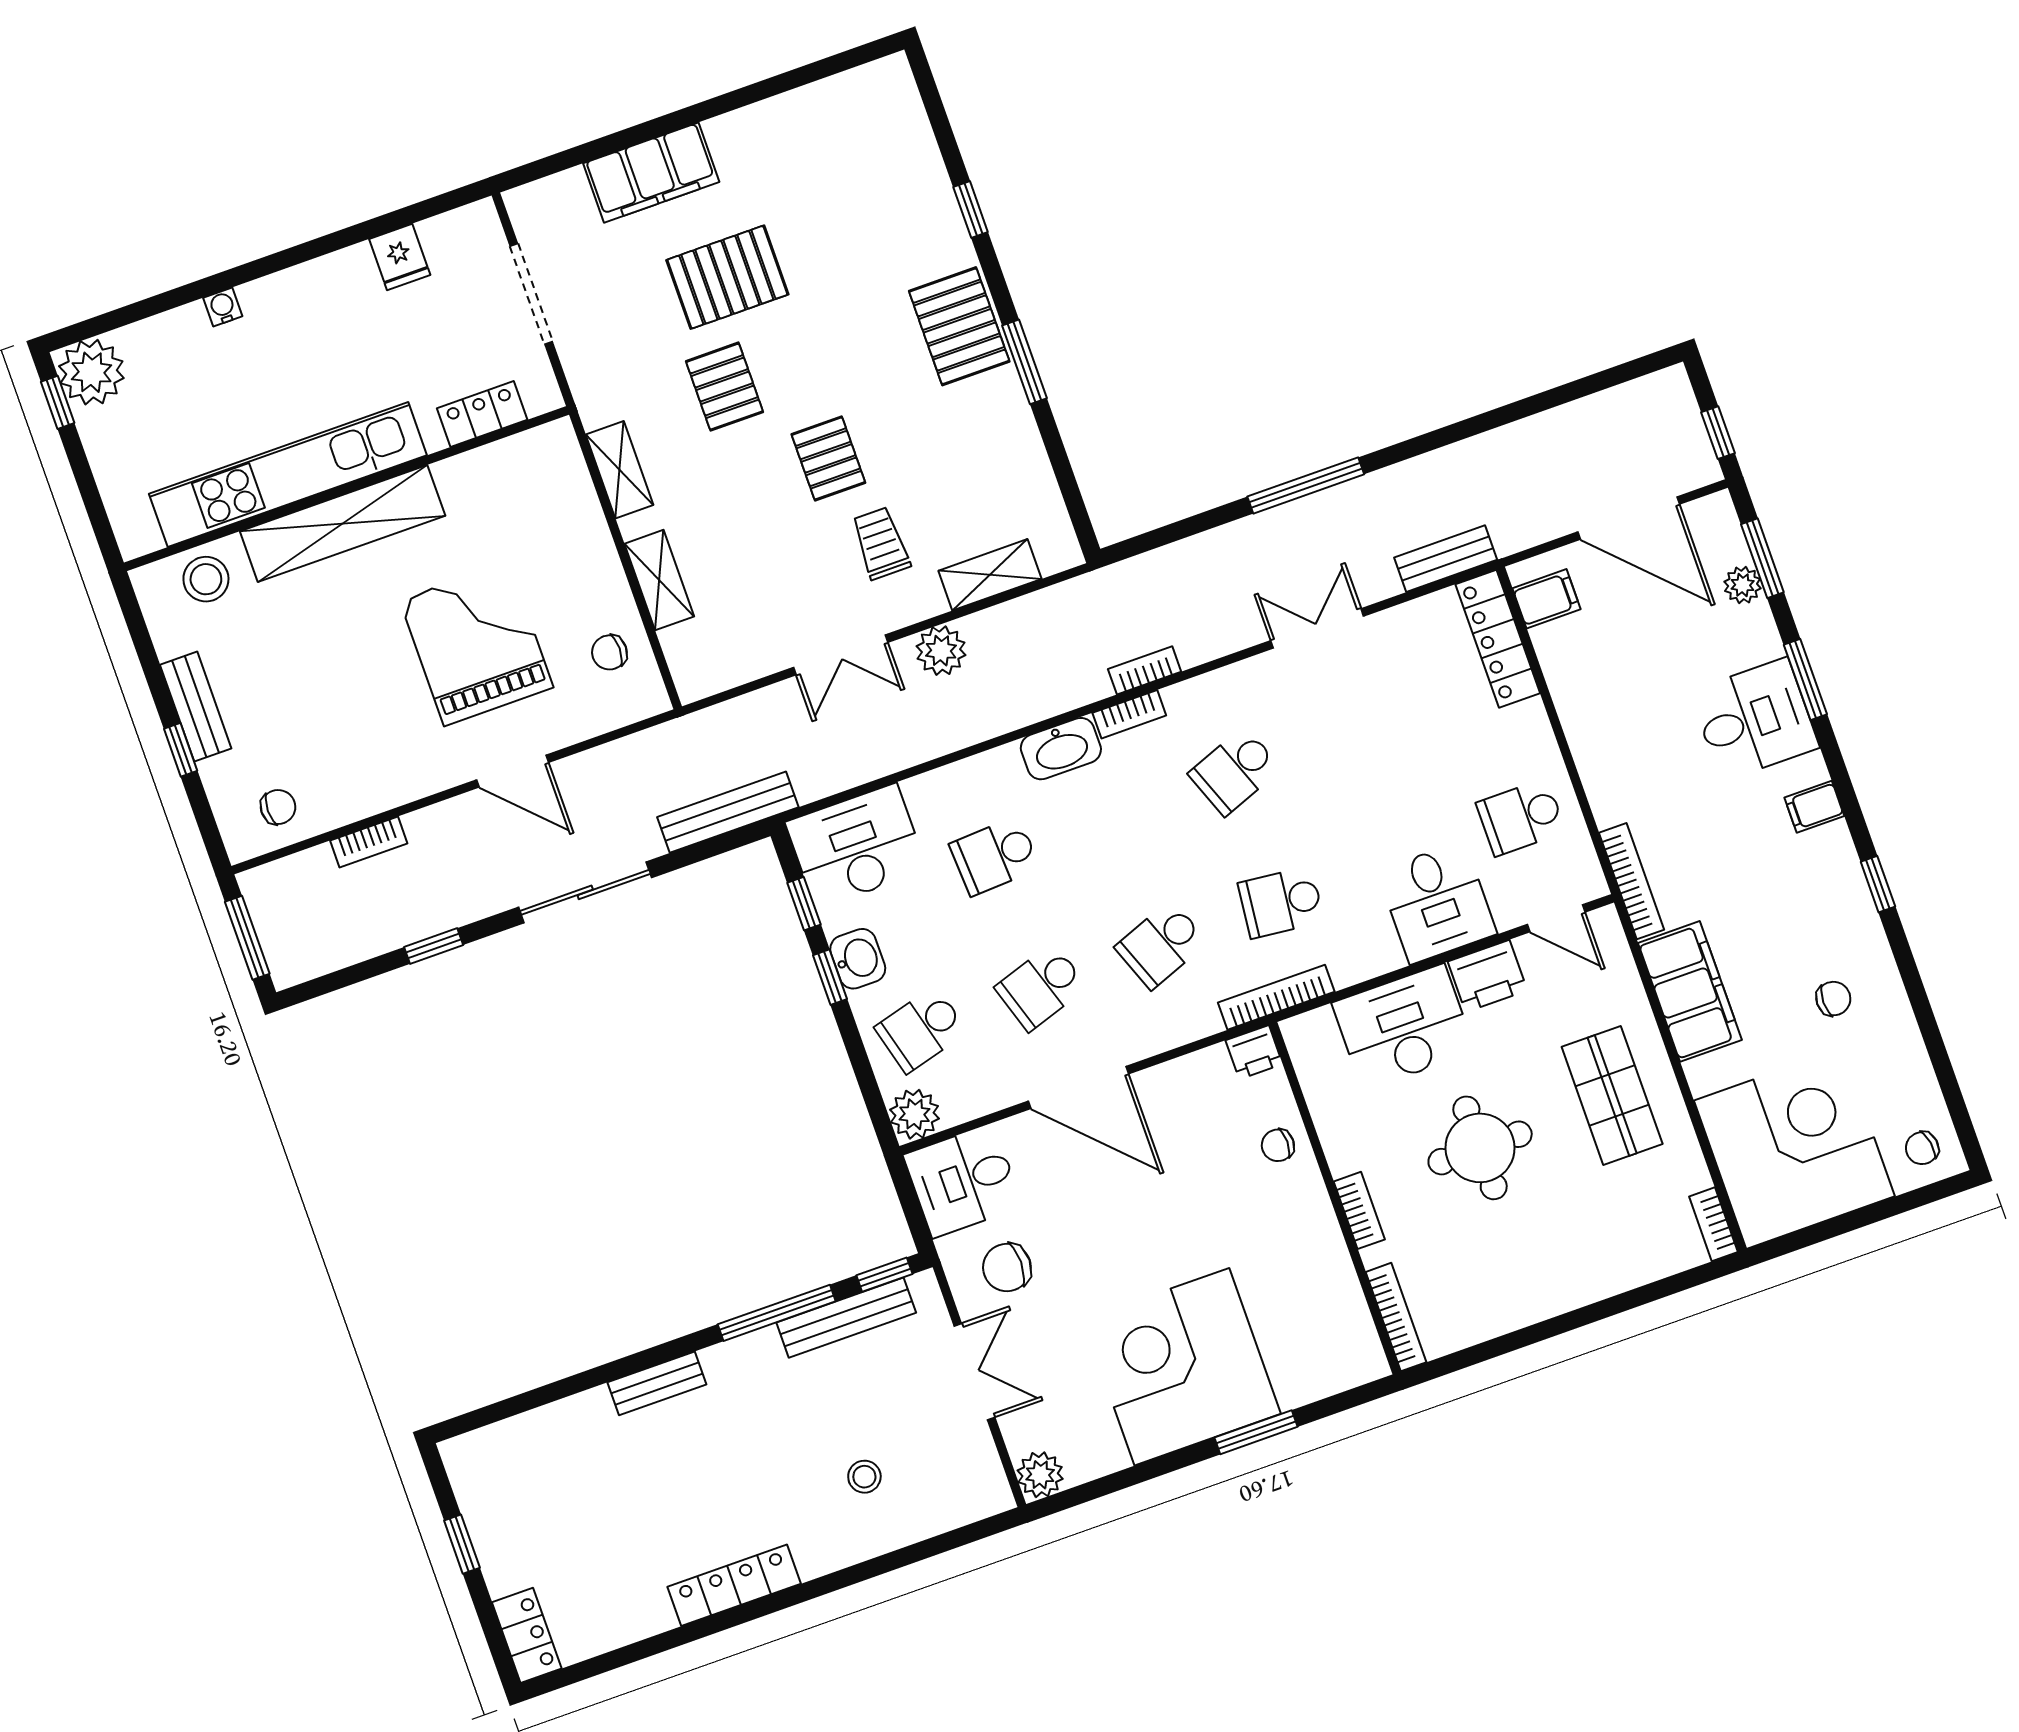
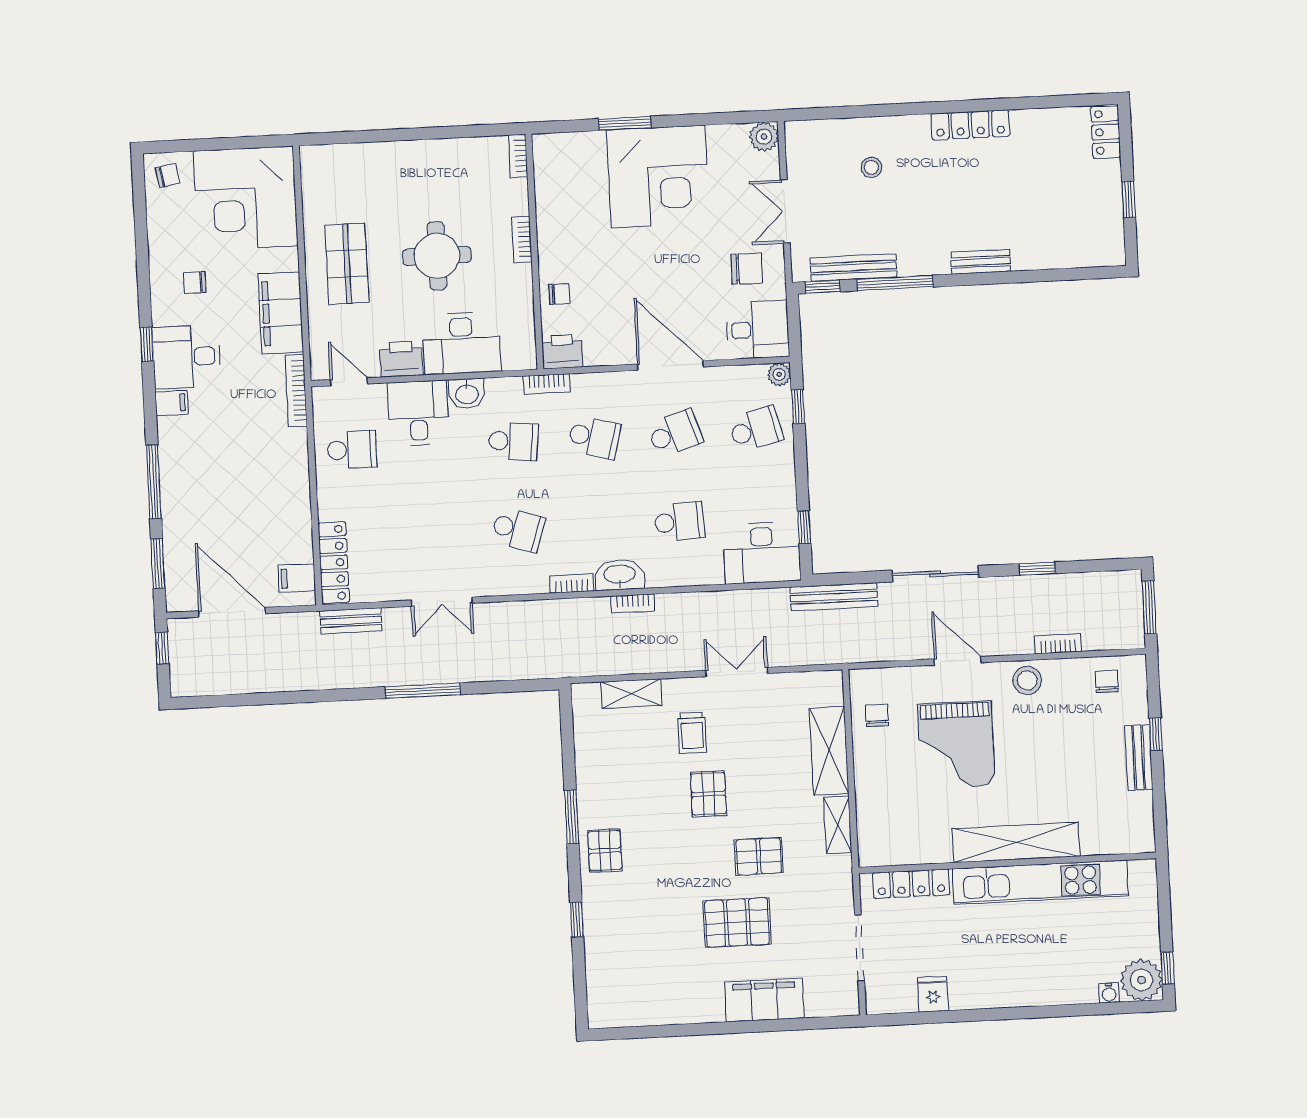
water cooler: (223, 307) -> (1109, 993), moved
pallet: (959, 326) -> (605, 851), width x0.67, depth x0.71
pallet: (725, 387) -> (759, 856), turned 90
locker: (482, 414) -> (911, 884), width x1.53
stool: (206, 579) -> (1027, 680), moved
shelving: (659, 580) -> (829, 751), width x1.50, depth x1.33
plant: (1743, 585) -> (175, 551), removed
plant: (941, 651) -> (675, 656), removed
chair: (609, 652) -> (877, 715), turned -90
bookcase: (1145, 670) -> (633, 603), moved
window: (1805, 680) -> (154, 482), width x1.44
desk: (1754, 719) -> (186, 357), moved
school desk: (1235, 771) -> (518, 530), turned 39
chair: (278, 807) -> (1107, 681), turned 90
school desk: (1161, 945) -> (594, 437), turned 36
washbasin: (858, 959) -> (467, 394), moved, turned -90
window: (830, 977) -> (798, 407), moved
bookcase: (1276, 997) -> (547, 384), width x0.64
printer: (1254, 1052) -> (562, 352), width x1.36, depth x1.24
plant: (915, 1114) -> (779, 374), width x0.73, depth x0.73
bookcase: (1713, 1224) -> (309, 167), removed
bookcase: (1396, 1317) -> (518, 156), width x0.64

